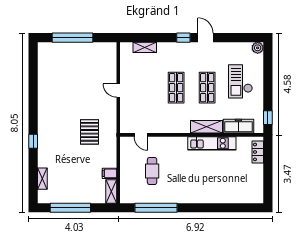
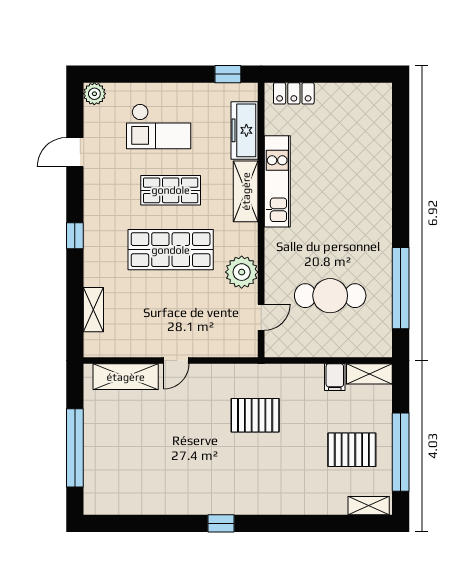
door: (205, 38) -> (75, 152), moved
shelving: (110, 64) -> (126, 377), added
shop shelf: (176, 88) -> (171, 250), width x1.43, depth x1.36
plant: (164, 125) -> (242, 272), added
window: (33, 141) -> (221, 523), moved
cafe table: (152, 171) -> (330, 296), width x1.37, depth x1.35
shelving: (42, 179) -> (369, 506), moved
pallet: (72, 182) -> (352, 450), added

